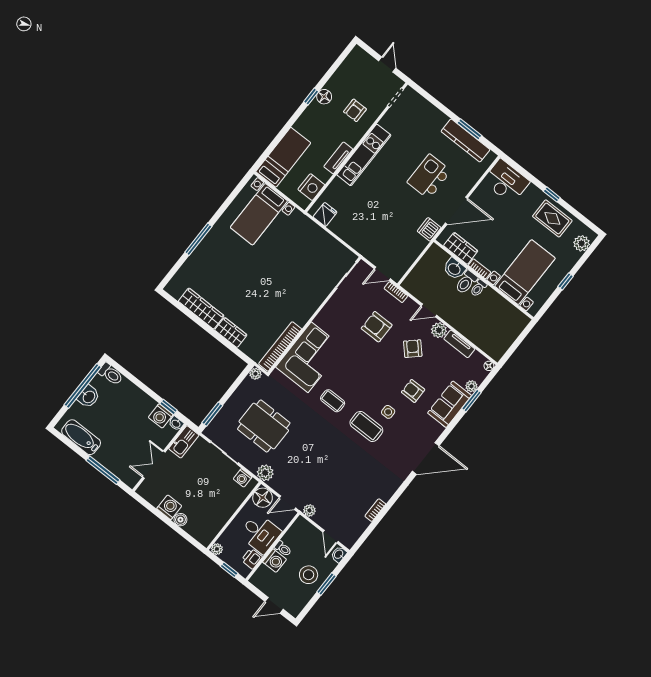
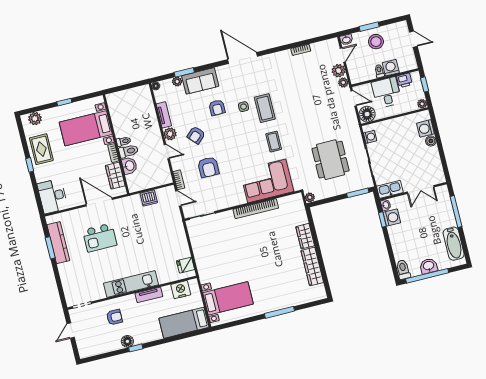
dishwasher: (429, 229) -> (149, 198), moved
bookcase: (280, 346) -> (256, 209), moved
plant: (265, 473) -> (339, 71), moved
washing machine: (169, 507) -> (425, 128), moved

